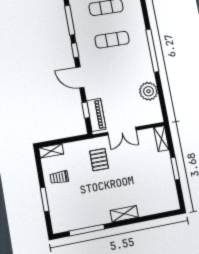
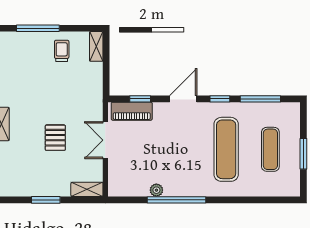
exercise mat: (112, 40) -> (226, 149), width x1.36, depth x1.45
window: (152, 51) -> (176, 200), moved
plant: (149, 91) -> (156, 190), width x0.53, depth x0.53
pallet: (99, 160) -> (55, 138), moved, turned 90
window: (45, 199) -> (38, 28), width x1.44

